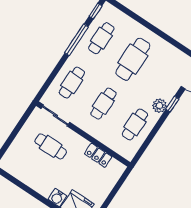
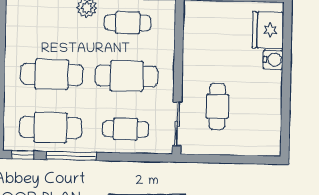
cafe table: (101, 38) -> (51, 128), width x1.37, depth x1.35
cafe table: (103, 104) -> (127, 76), width x1.37, depth x1.35
locker: (98, 155) -> (192, 43), removed

